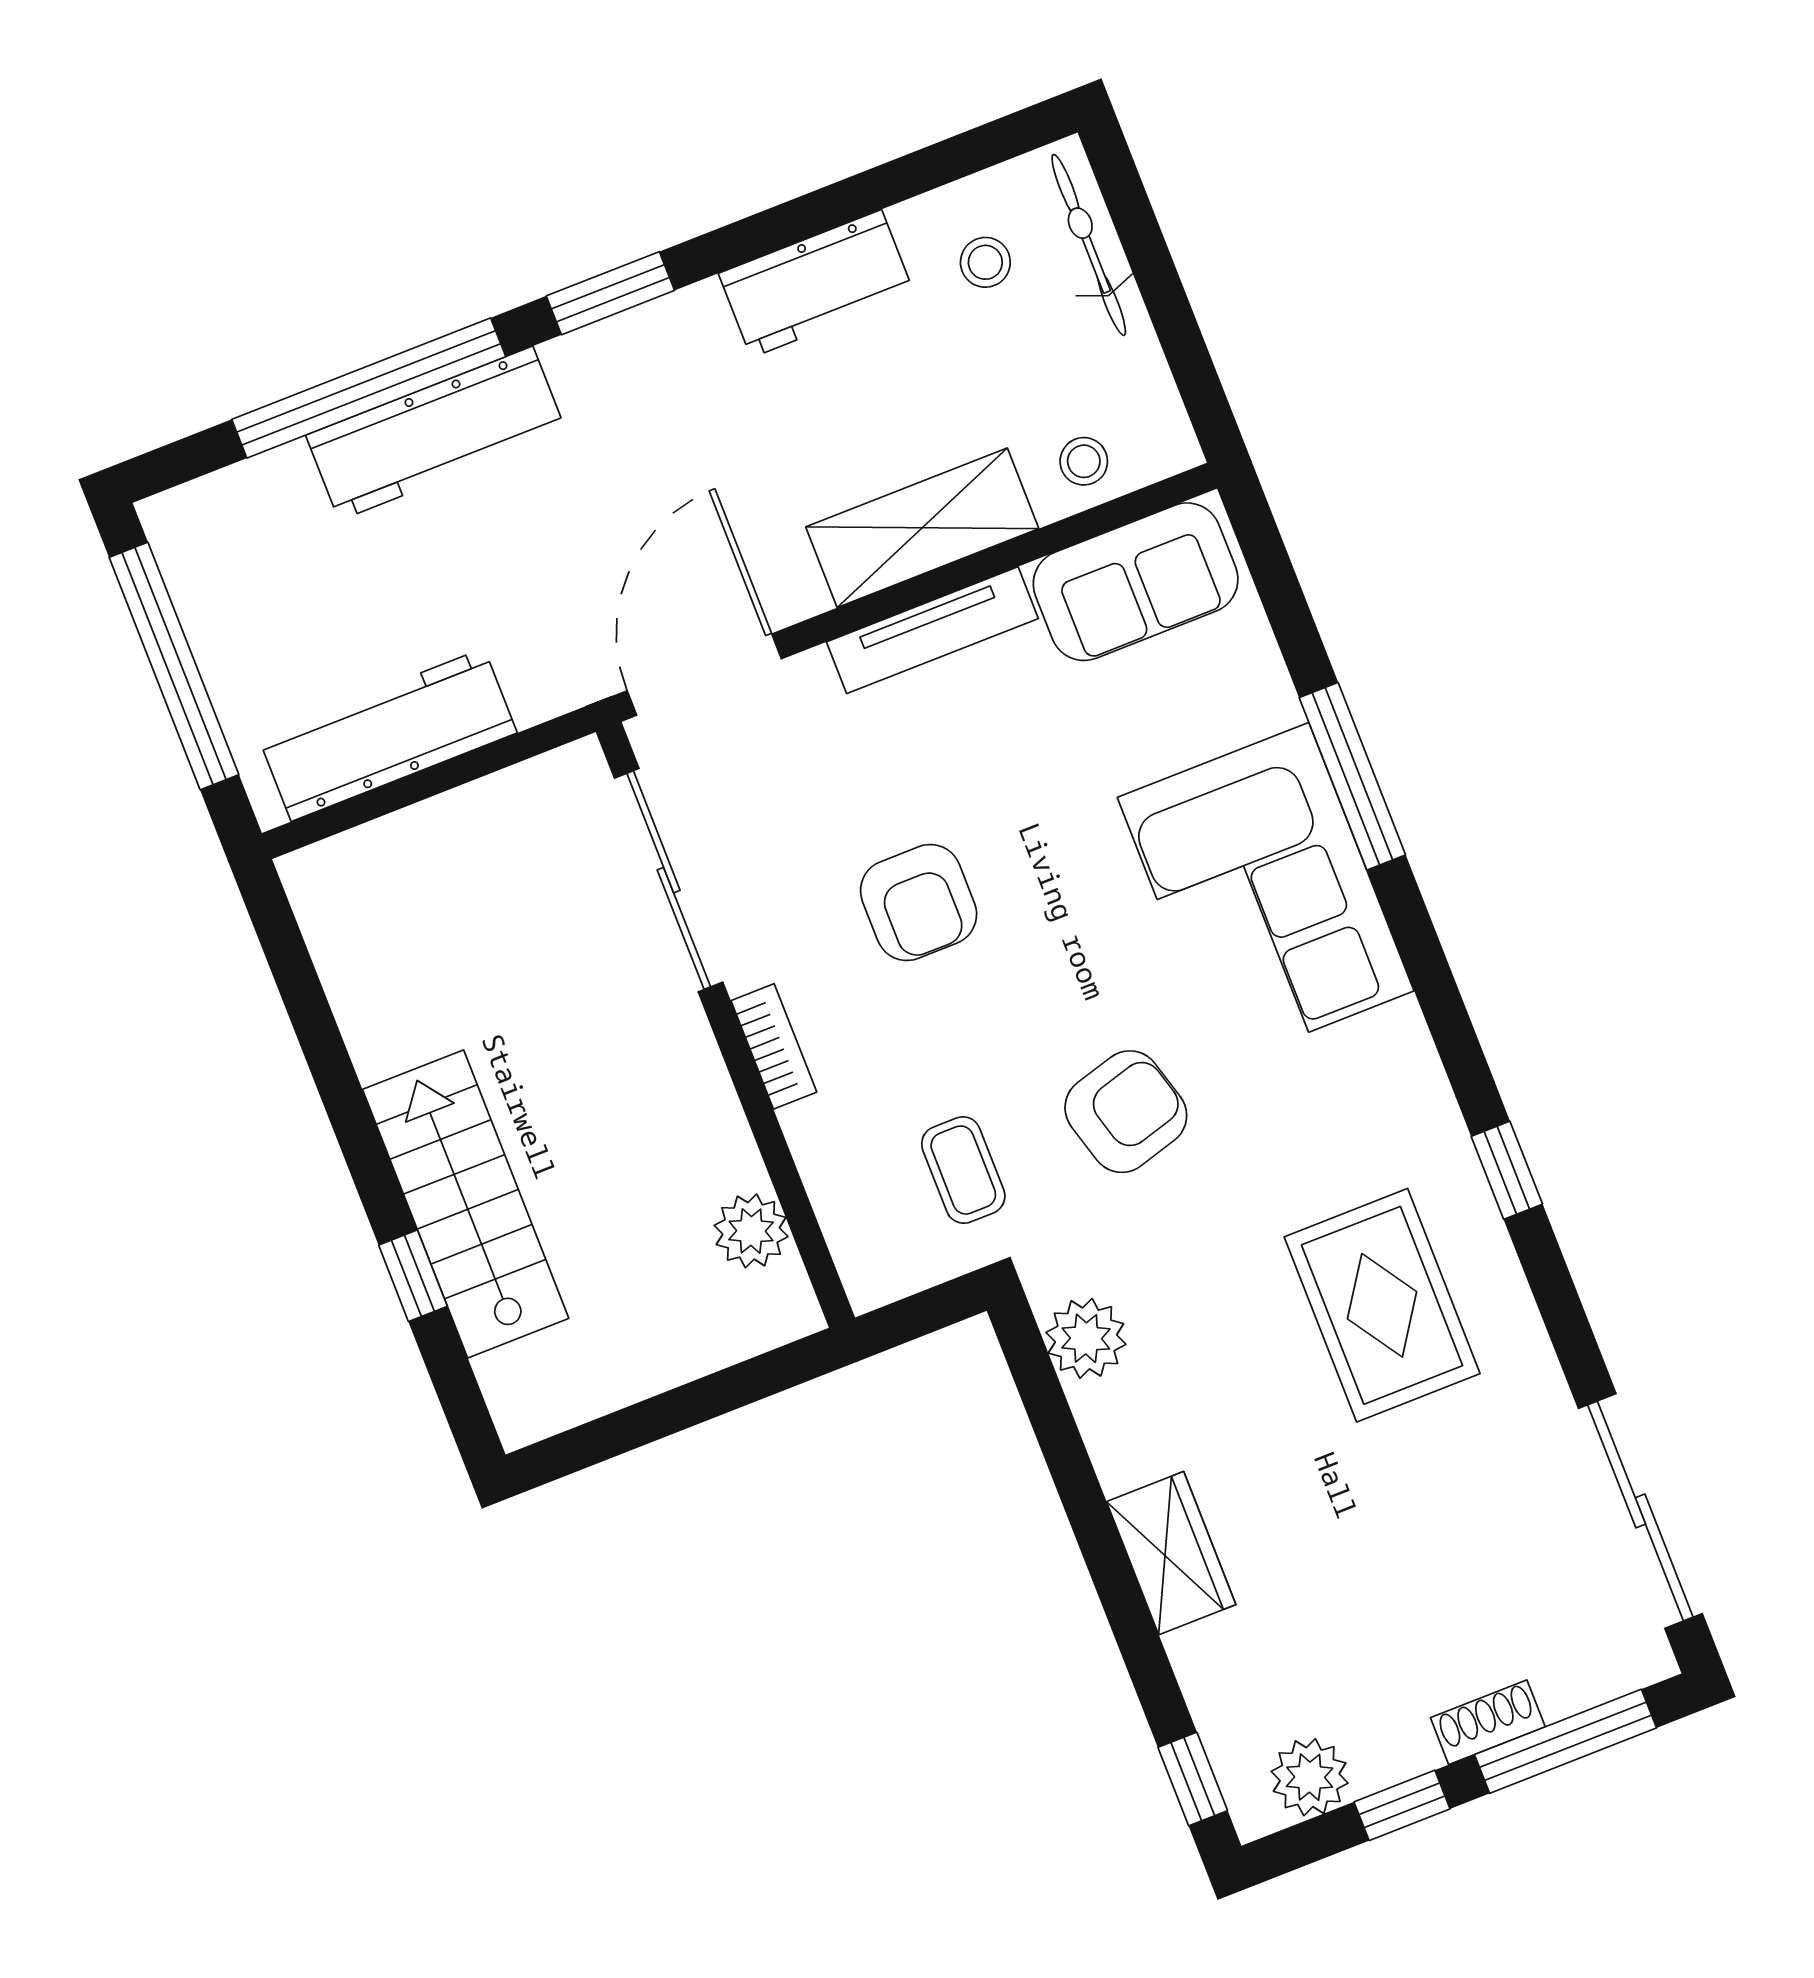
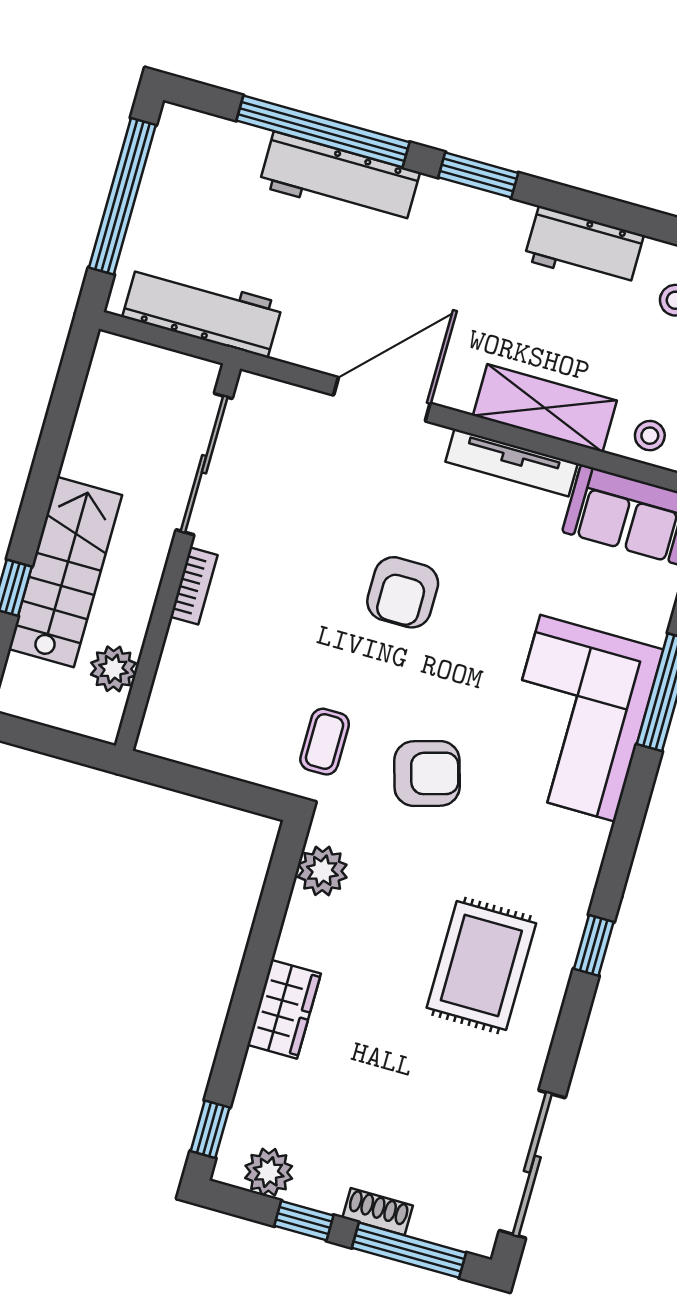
sliding door: (669, 880) -> (204, 464), moved
wall: (725, 1025) -> (178, 557), moved
bookcase: (774, 1046) -> (194, 586), moved
plant: (751, 1231) -> (113, 669), moved

